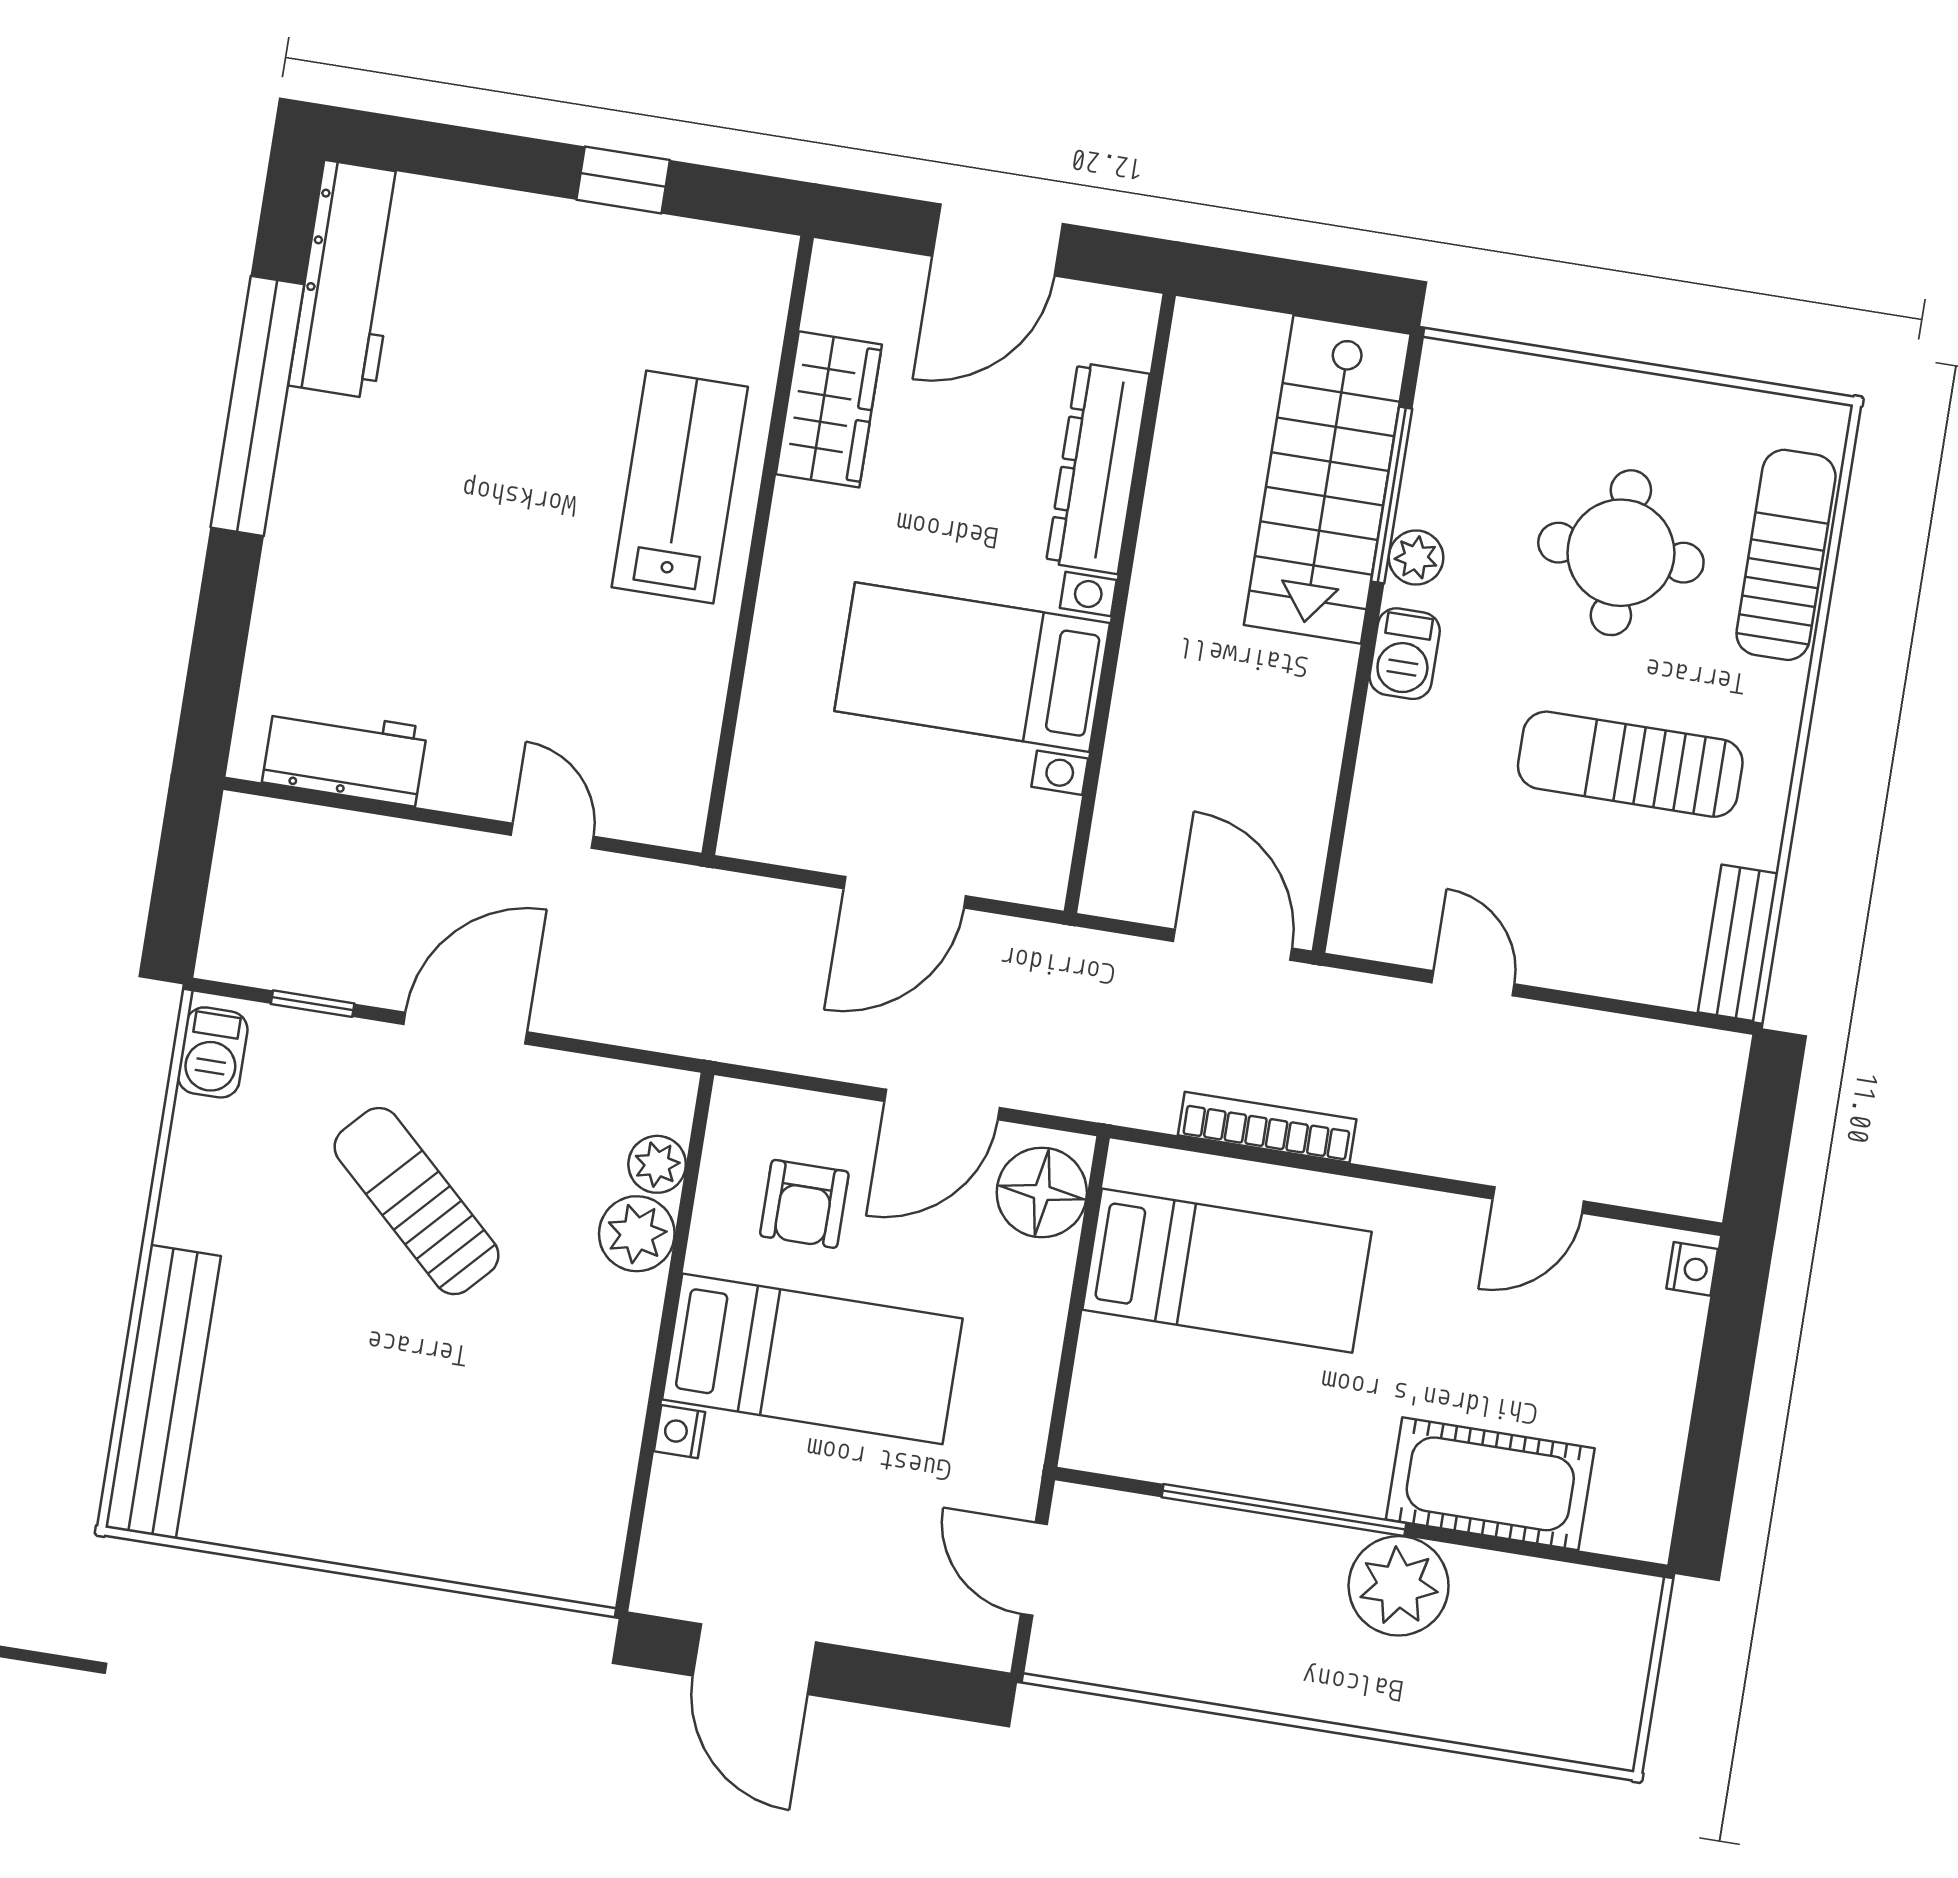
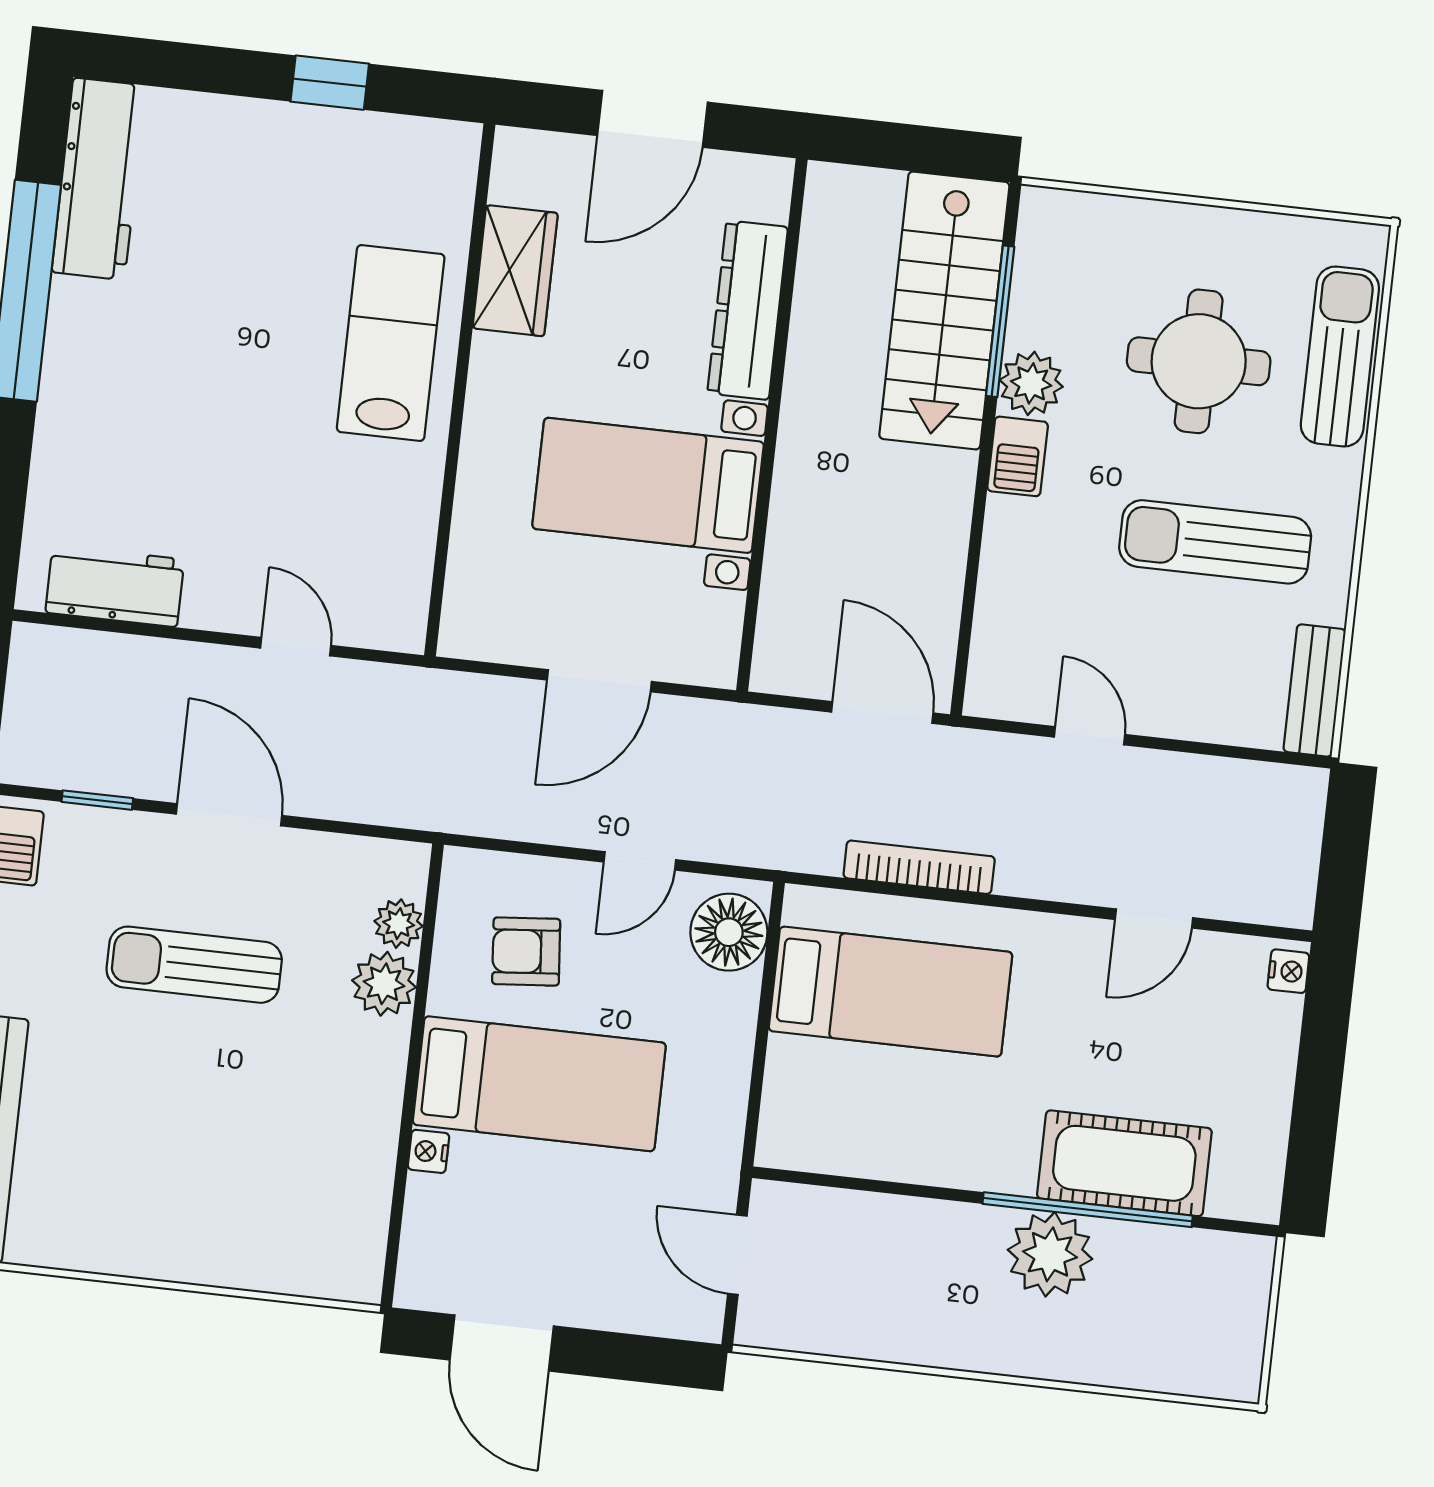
plant: (1416, 558) -> (1031, 383), width x1.38, depth x1.38
door: (465, 1028) -> (229, 815), hinge flipped
door: (942, 1105) -> (640, 861), width x0.73
sun lounger: (417, 1201) -> (194, 965), turned -43
armchair: (804, 1204) -> (526, 951), turned 85
window: (1284, 1510) -> (1088, 1210), moved

